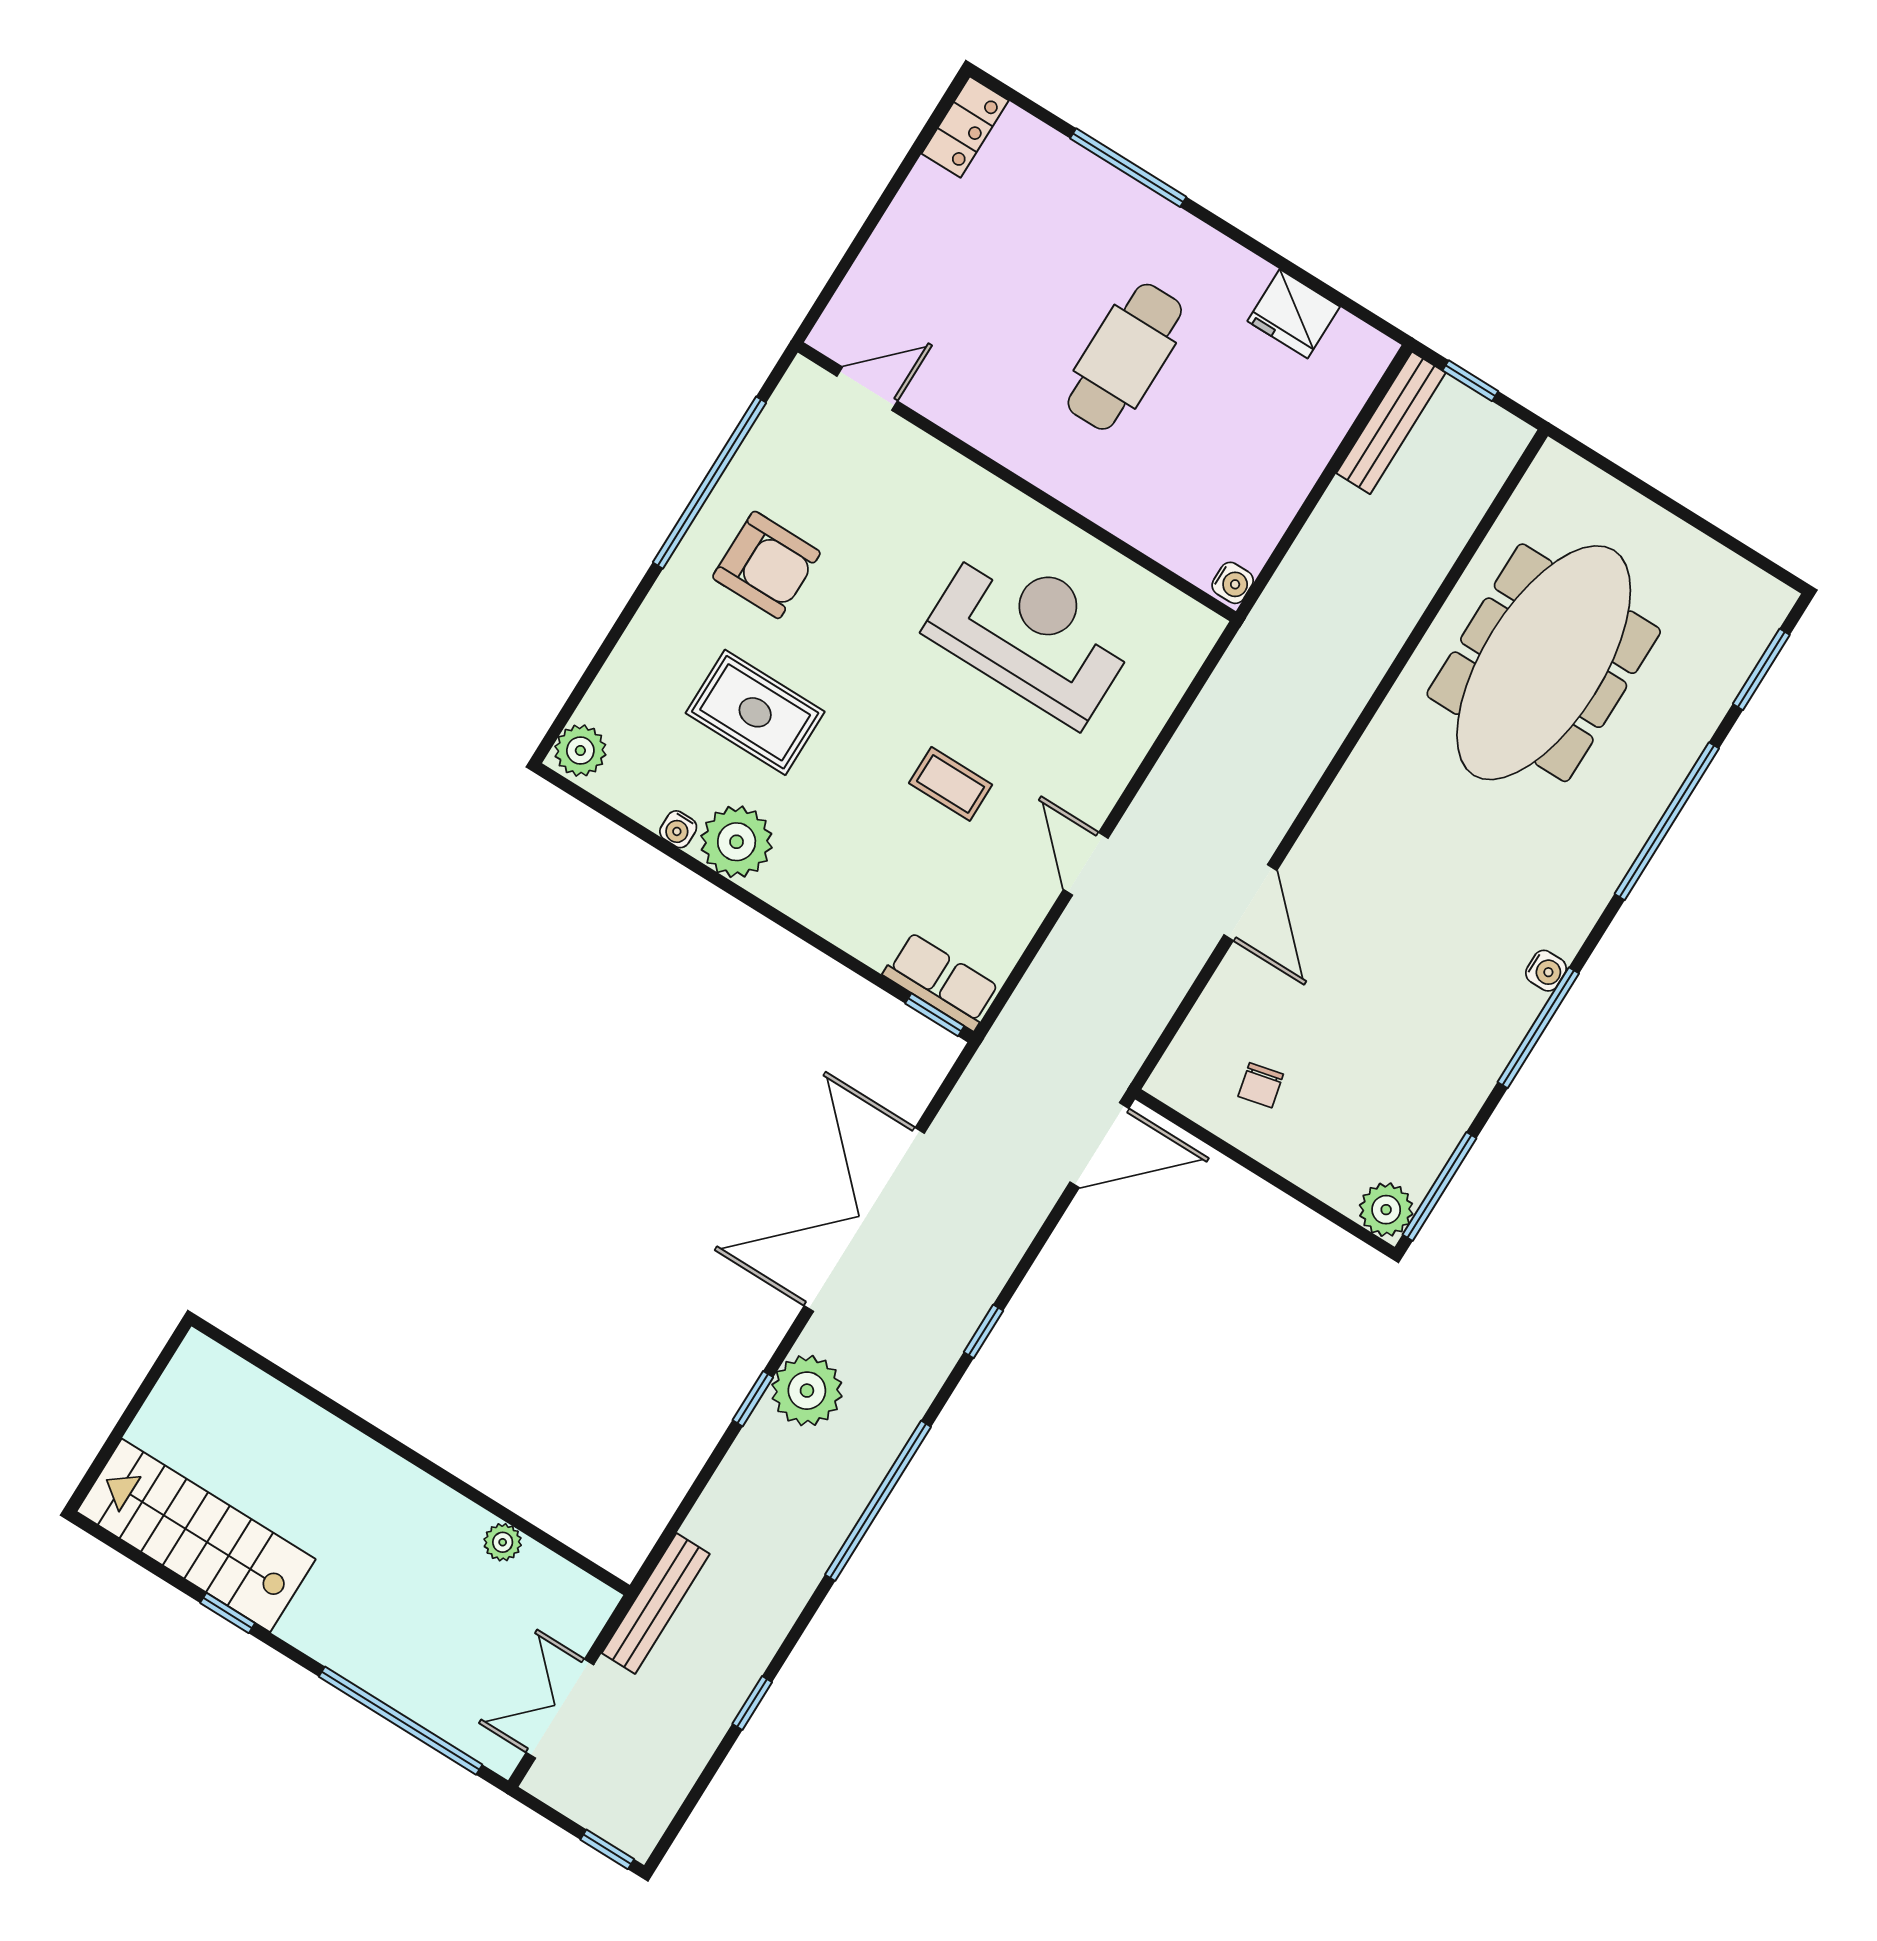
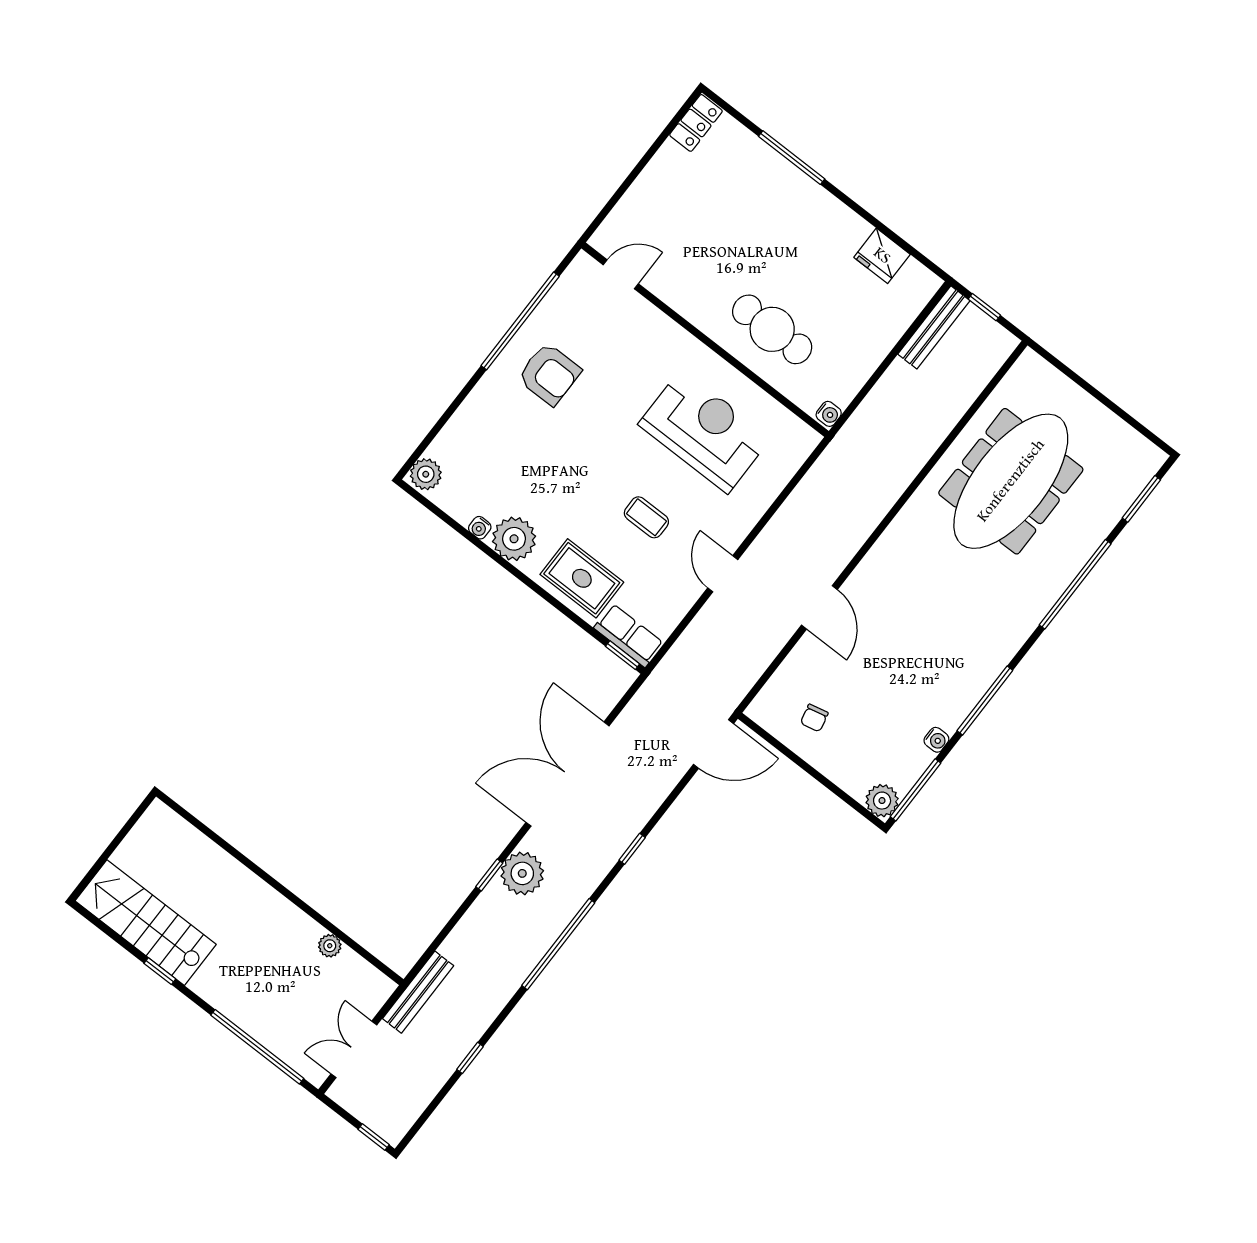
cafe table: (1125, 357) -> (772, 329), moved, turned 90
rug: (755, 712) -> (582, 578), moved
water cooler: (1546, 971) -> (936, 740), moved

